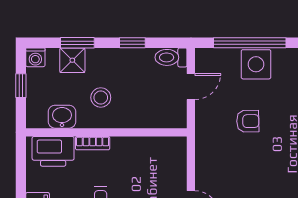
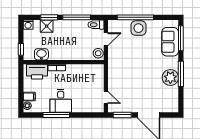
window: (132, 43) -> (77, 17), width x2.17
window: (21, 86) -> (21, 49), moved
stool: (101, 97) -> (98, 53), moved
armchair: (248, 121) -> (134, 57), removed

